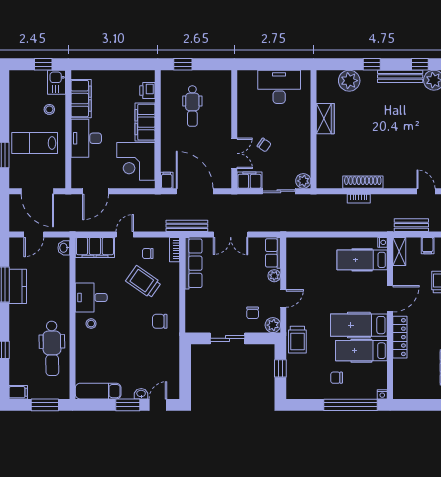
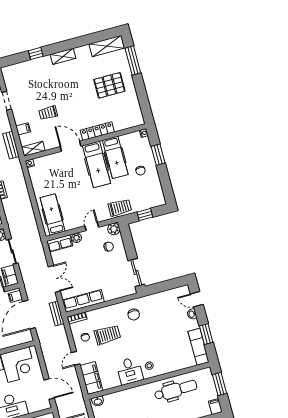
filing cabinet: (167, 180) -> (15, 296), moved
bench: (187, 226) -> (57, 313), width x0.73
door: (125, 235) -> (76, 358), hinge flipped
hospital bed: (362, 260) -> (53, 214), moved, turned 180
trolley: (143, 282) -> (107, 335), turned -126
door: (283, 298) -> (92, 226), hinge flipped
sliding door: (228, 338) -> (136, 272), moved
window: (128, 405) -> (206, 334), moved
window: (350, 405) -> (158, 155), width x0.47

